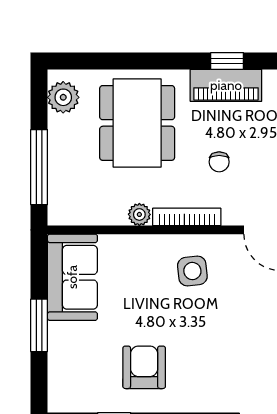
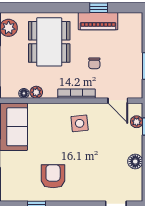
plant: (139, 214) -> (36, 92), moved
floor lamp: (91, 217) -> (24, 93), added

